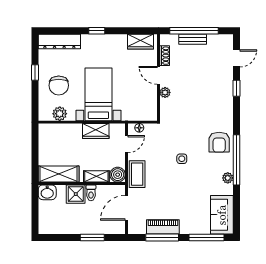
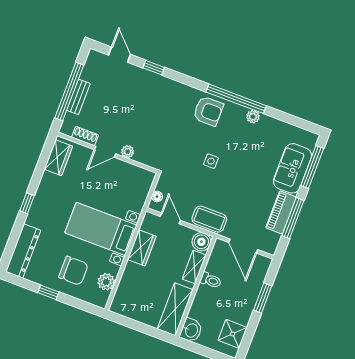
shower: (76, 194) -> (233, 334), moved
sofa: (222, 215) -> (292, 168), moved, turned 90

